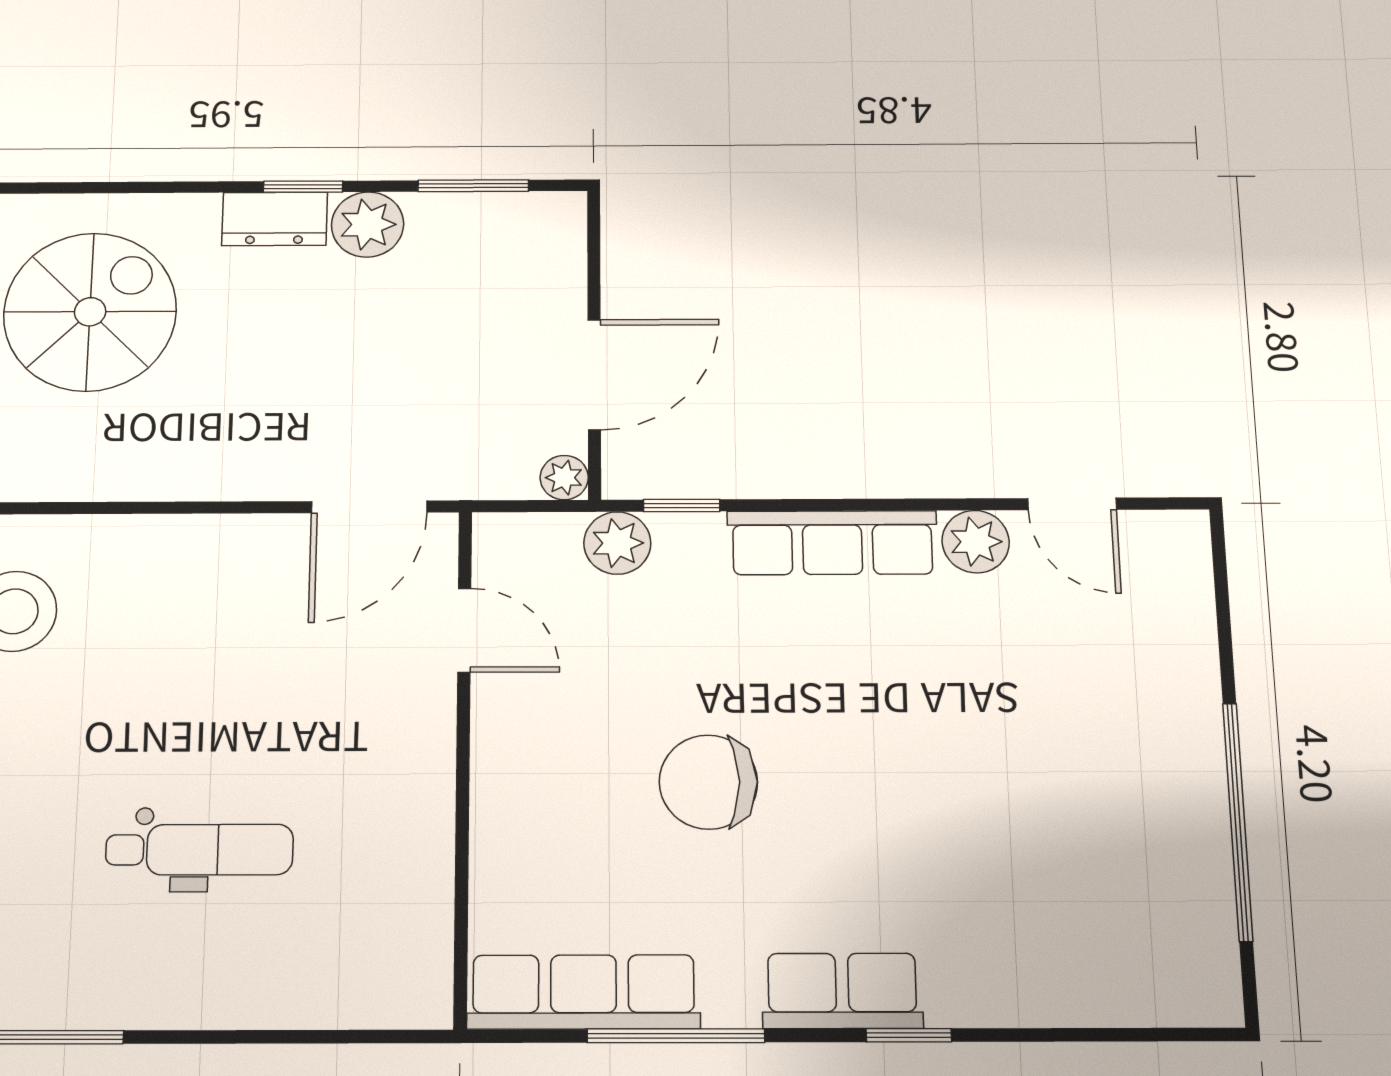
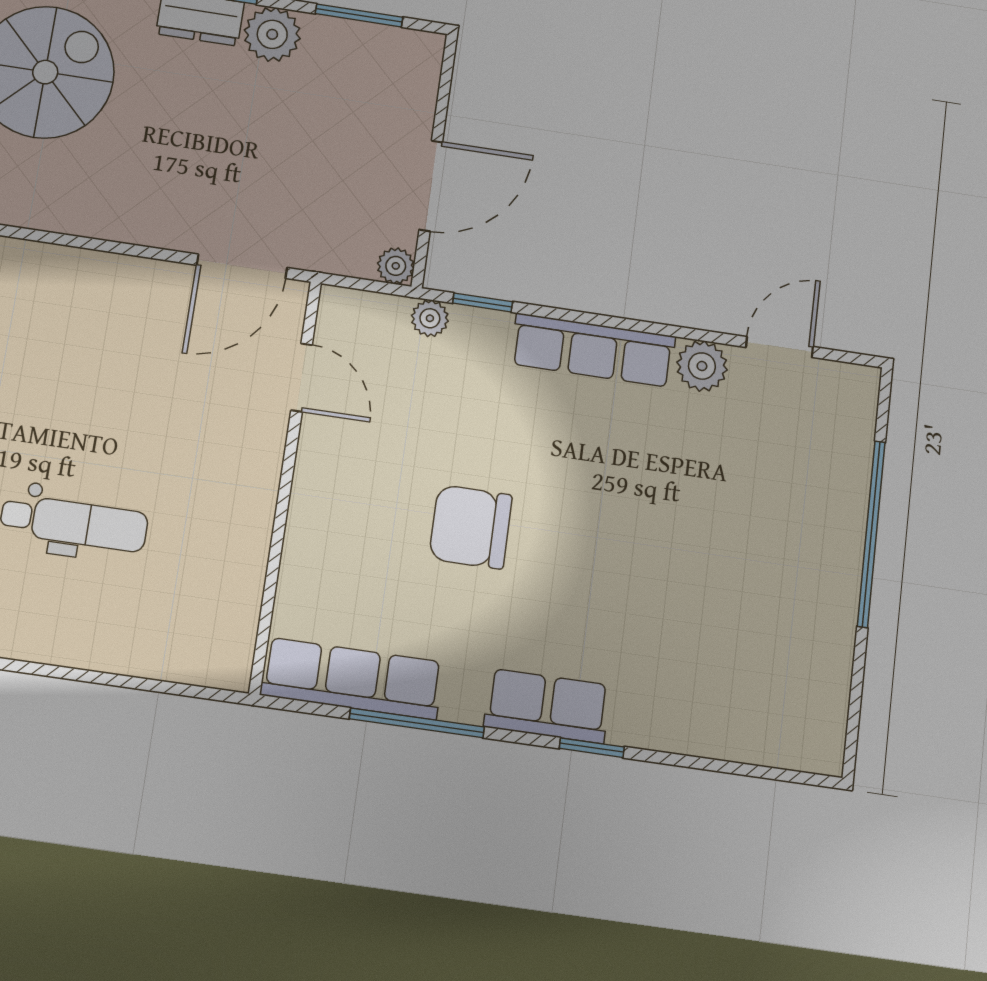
door: (1072, 504) -> (780, 347), swing flipped
plant: (617, 543) -> (430, 318), width x0.73, depth x0.73
window: (1238, 821) -> (871, 534), moved

